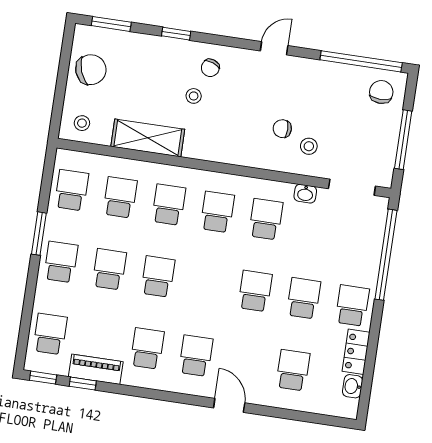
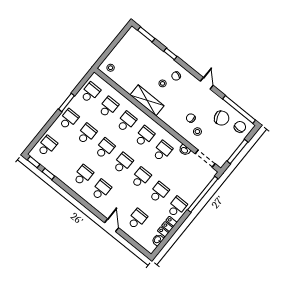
door: (274, 48) -> (207, 83), hinge flipped
chair: (91, 70) -> (222, 118), moved
shelving: (148, 138) -> (147, 100), moved
school desk: (207, 284) -> (123, 163), added
piano: (96, 369) -> (57, 171), removed
door: (229, 405) -> (112, 225), moved

